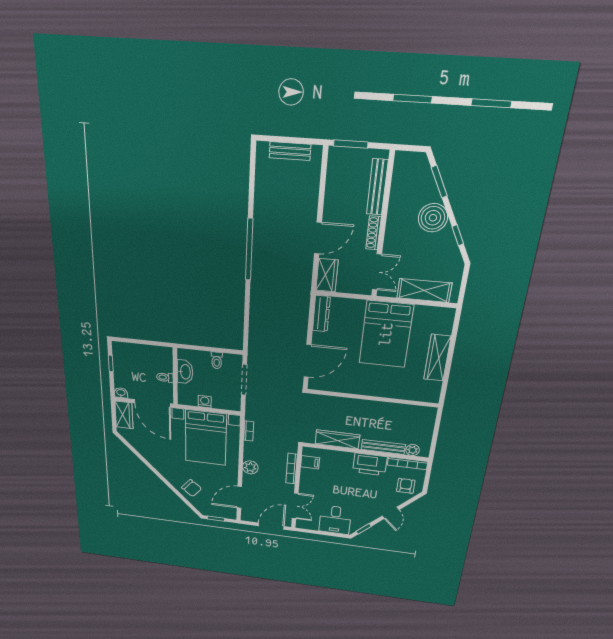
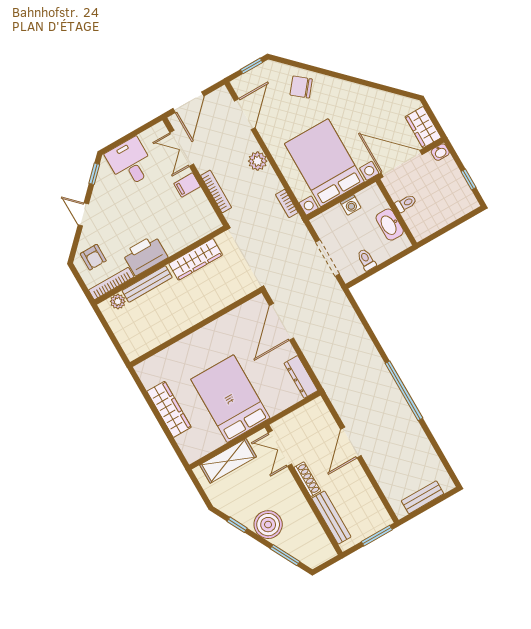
wardrobe: (327, 275) -> (321, 416), removed
filing cabinet: (310, 462) -> (187, 185), moved

